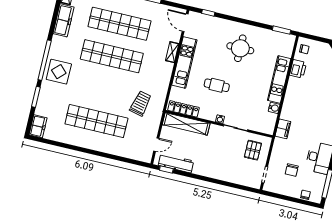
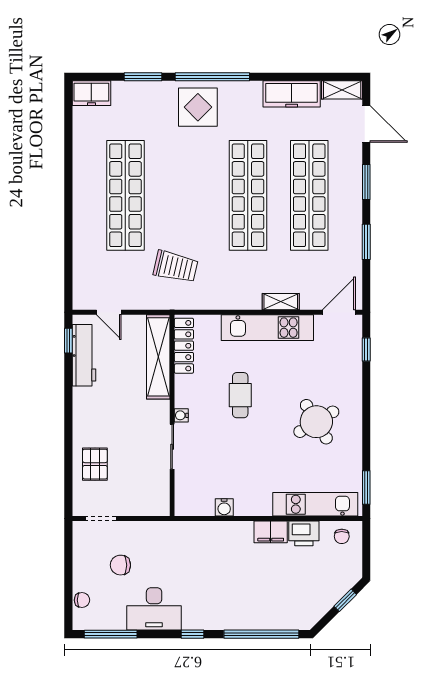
round table: (240, 48) -> (316, 422), turned -31
kitchen unit: (279, 79) -> (315, 504), moved
filing cabinet: (283, 129) -> (271, 532), moved
pallet: (253, 150) -> (95, 464), moved, turned 90

